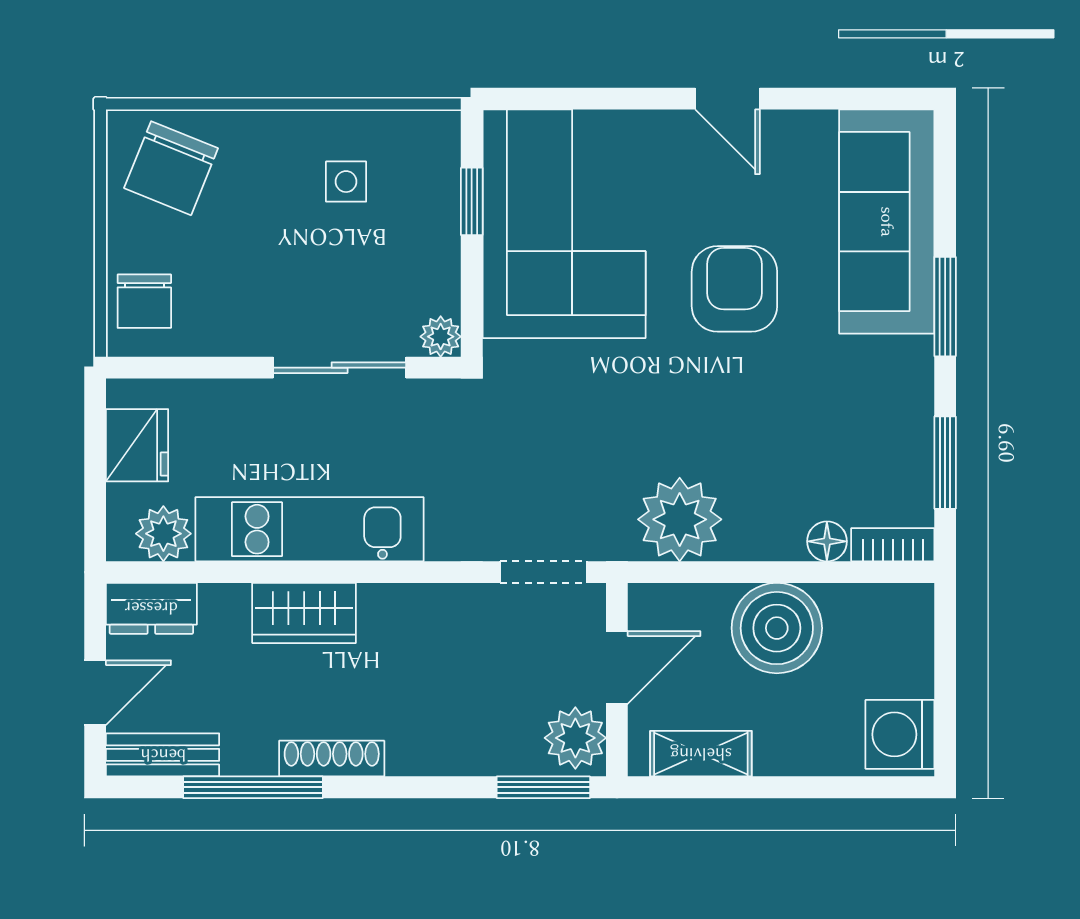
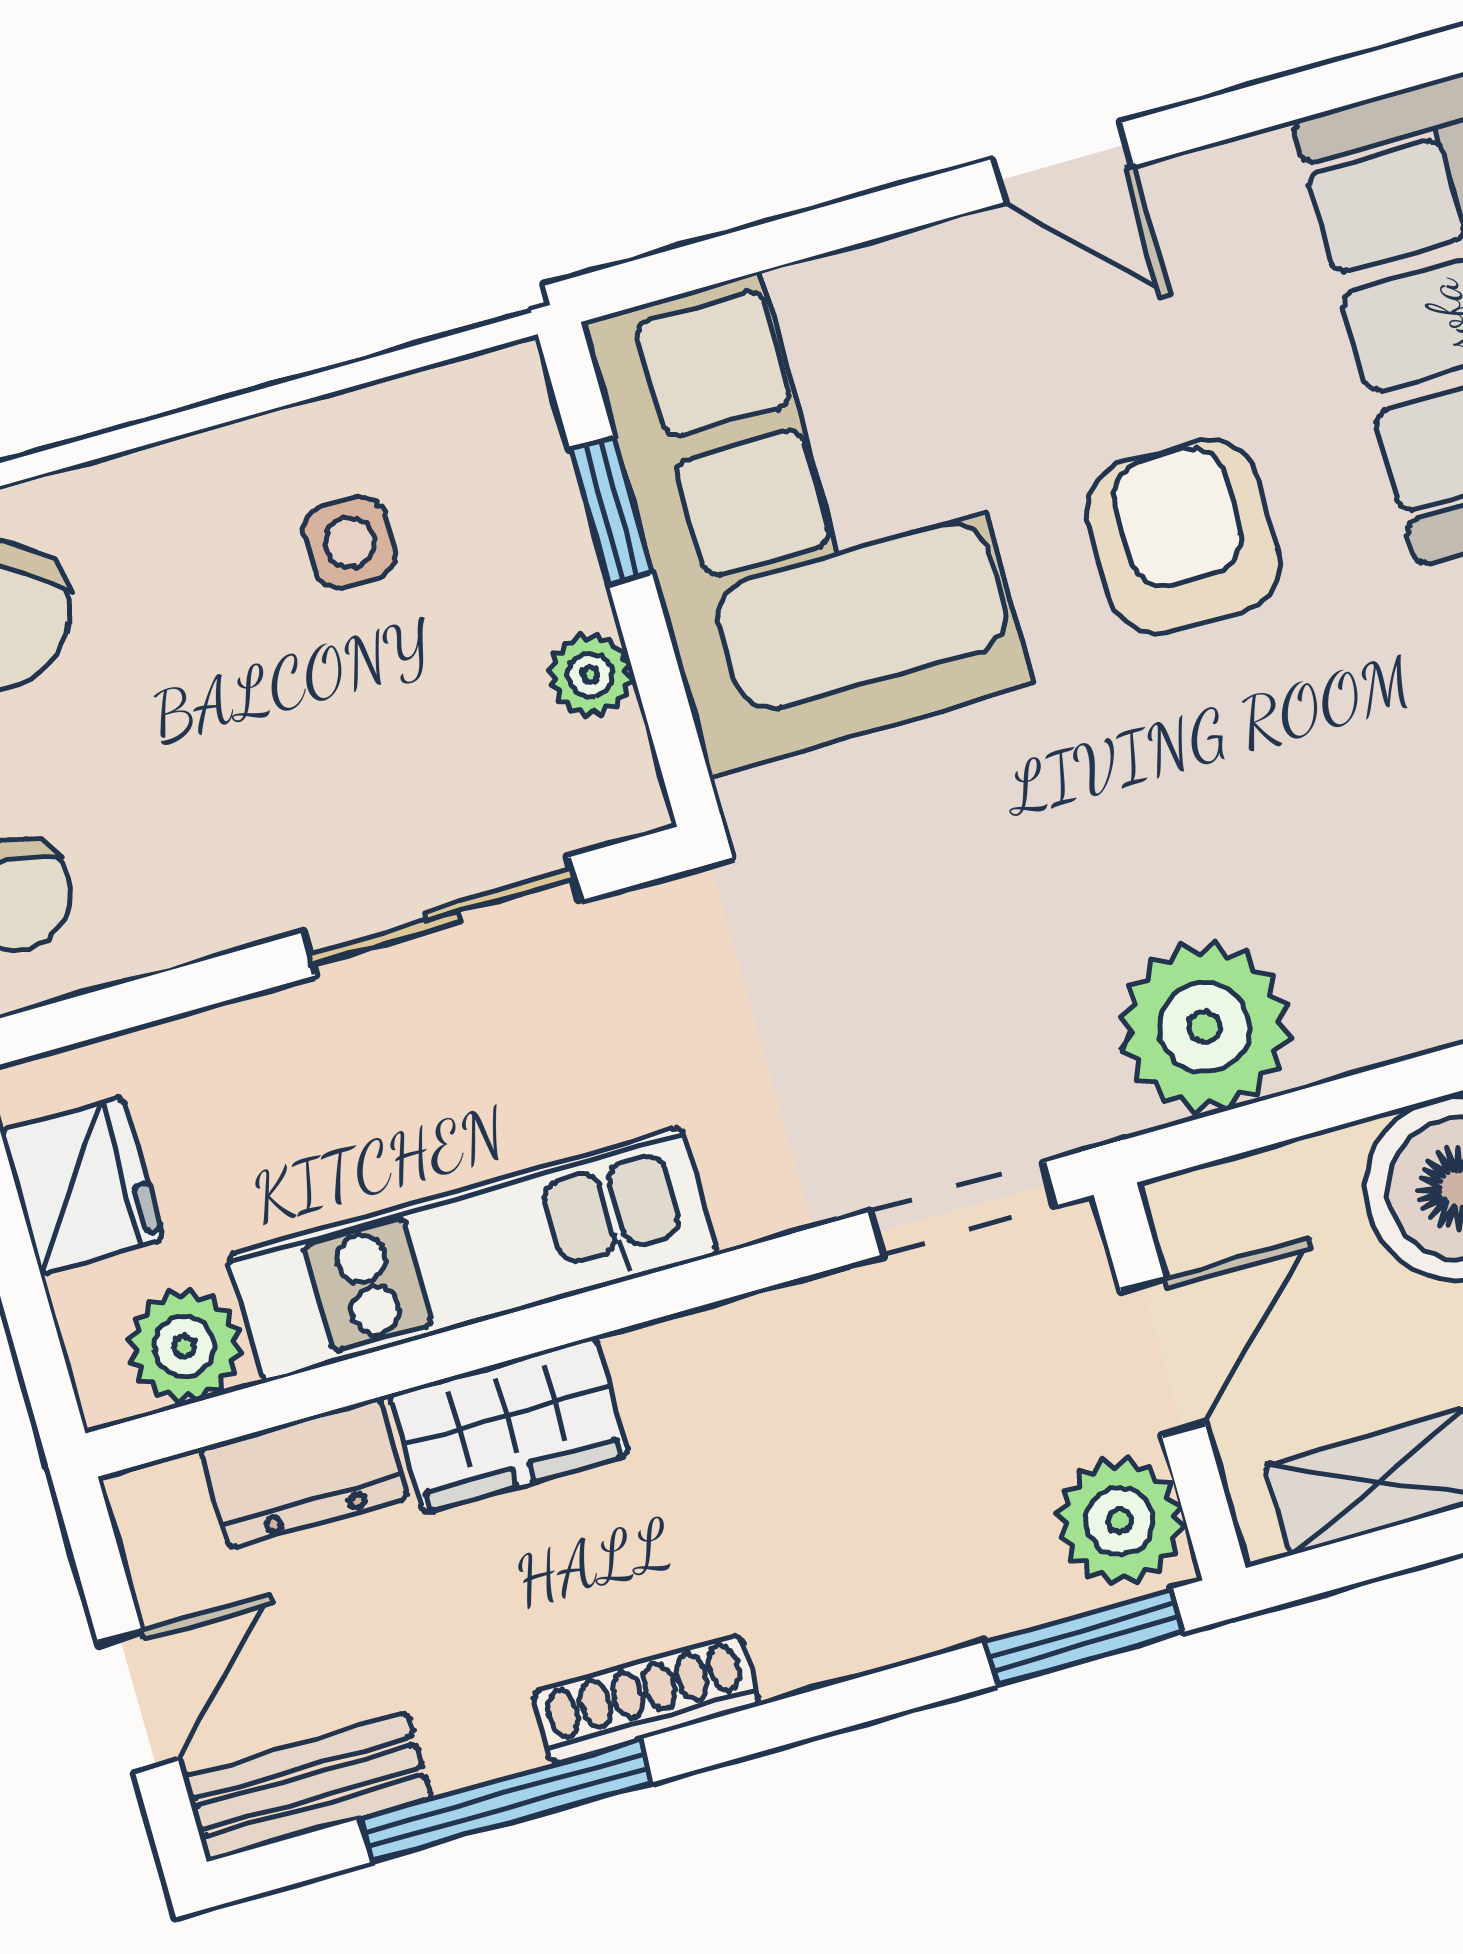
plant: (441, 337) -> (590, 675), moved
dresser: (151, 608) -> (304, 1473), moved

